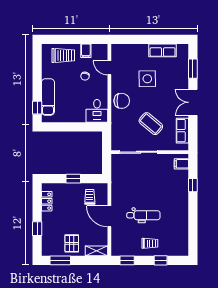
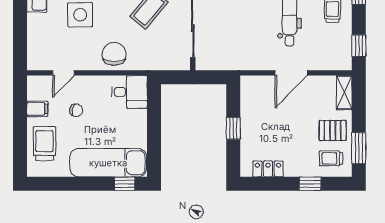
exam couch: (48, 97) -> (108, 163), width x1.36, depth x1.45
trolley: (90, 197) -> (331, 158), moved

